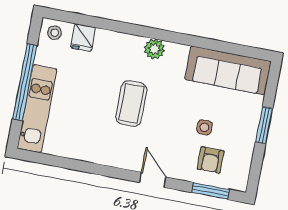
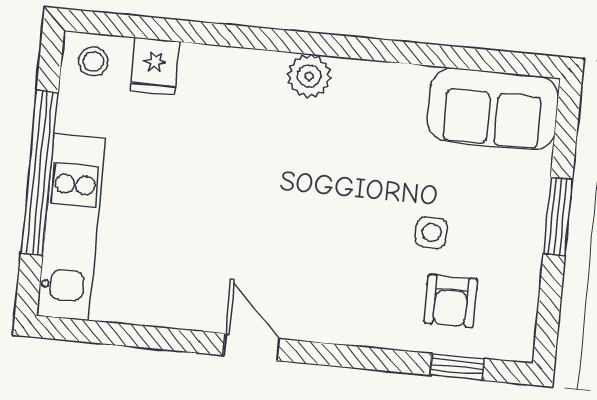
sofa: (228, 70) -> (493, 109), width x0.73
coffee table: (131, 103) -> (271, 197), removed
door: (153, 180) -> (251, 347), moved
window: (211, 191) -> (457, 367), width x0.67

